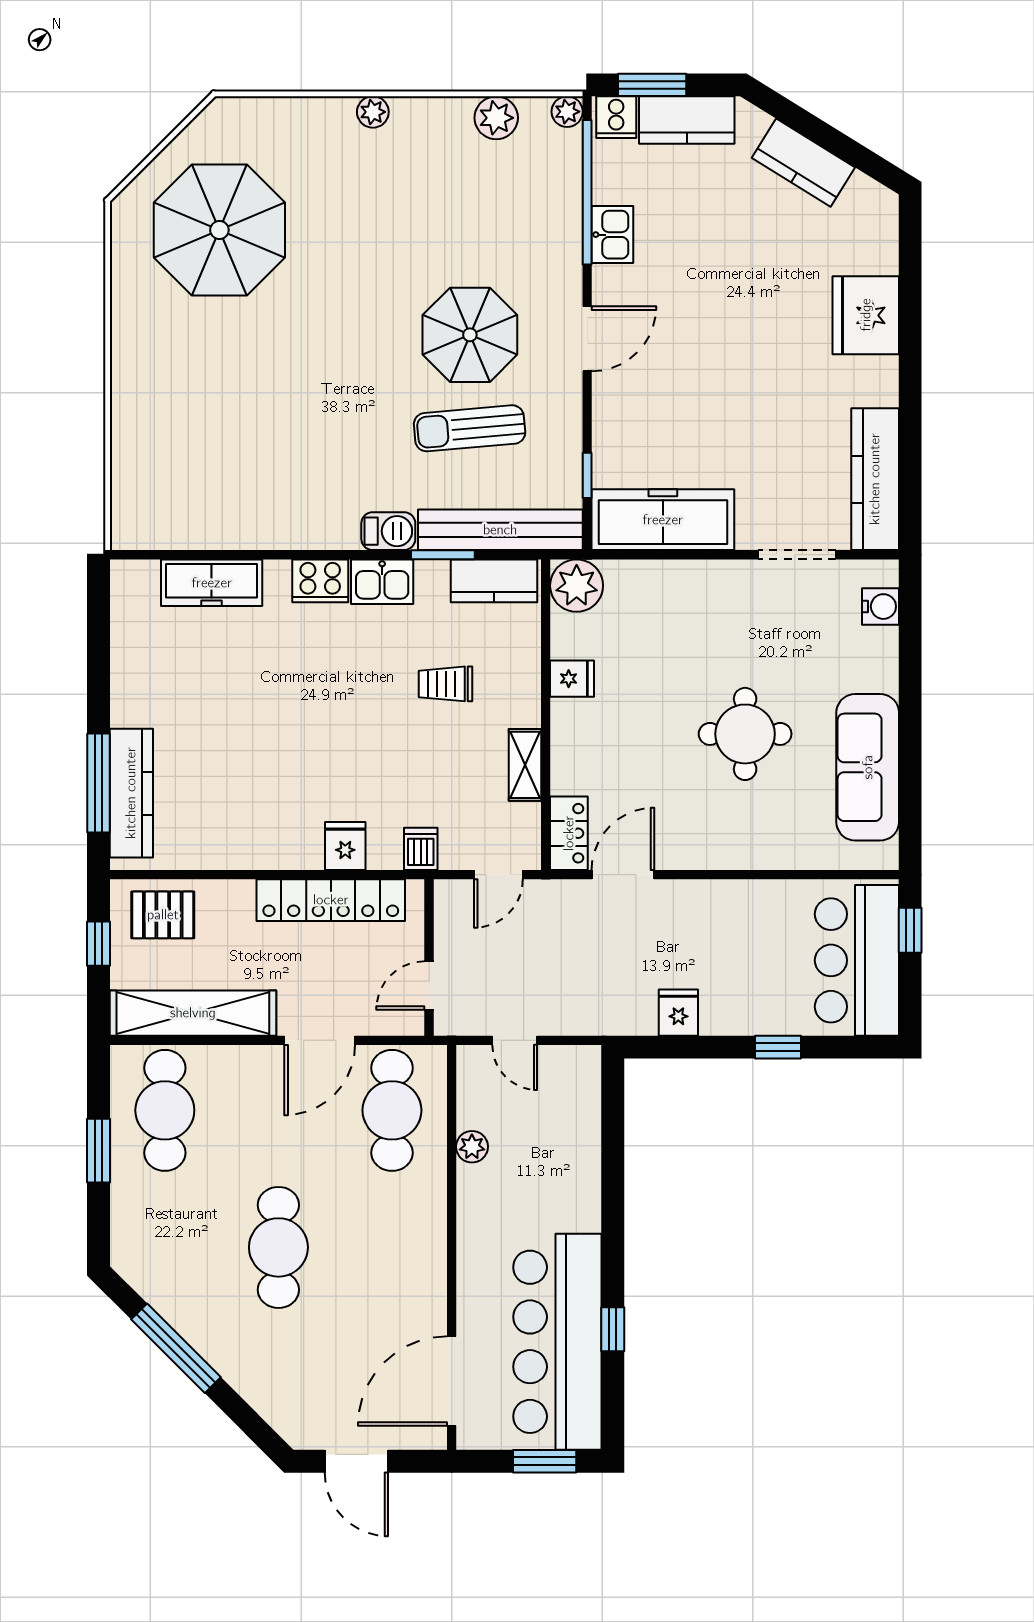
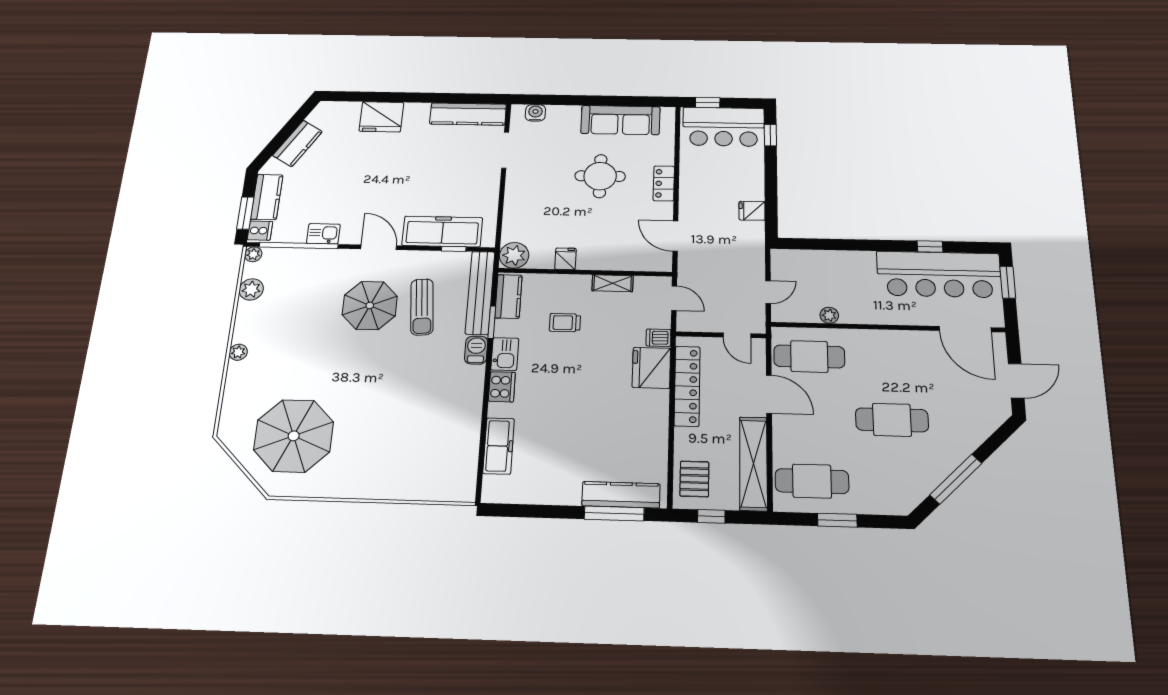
freezer: (663, 520) -> (442, 232), moved, turned 90
trolley: (445, 684) -> (565, 323), turned 90
locker: (569, 833) -> (664, 183), moved, turned -90
fridge: (345, 846) -> (651, 368), width x1.88, depth x1.34
window: (778, 1047) -> (770, 135), moved

